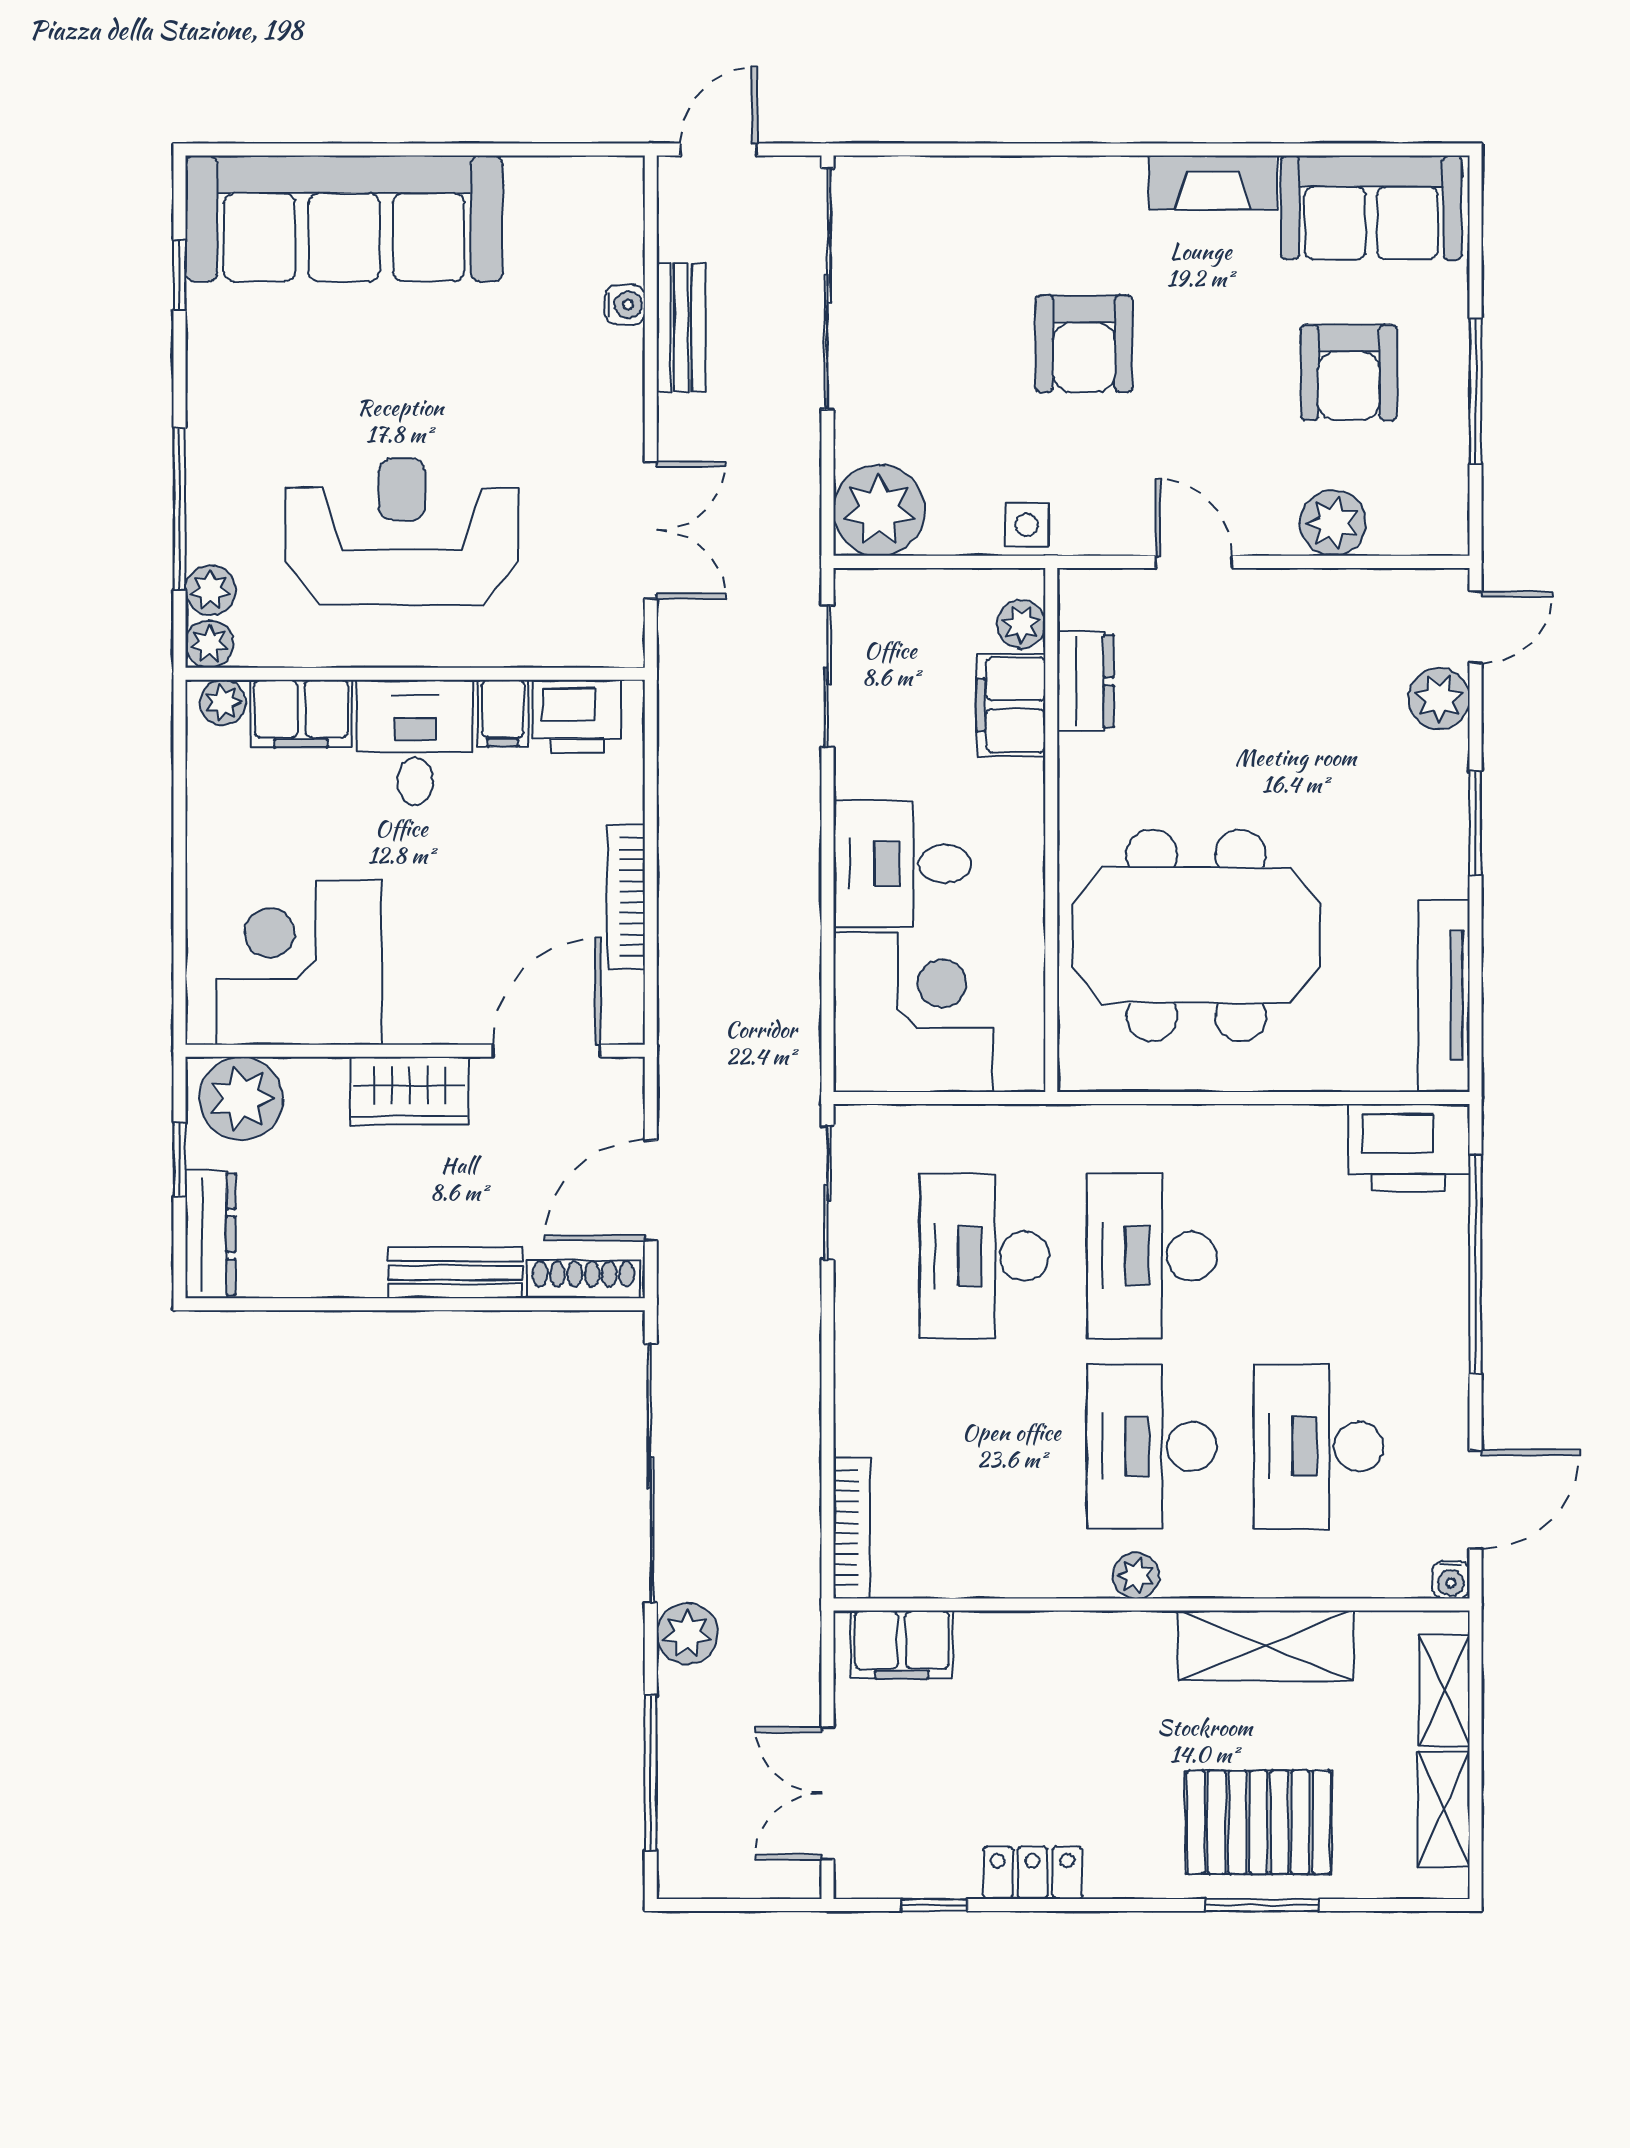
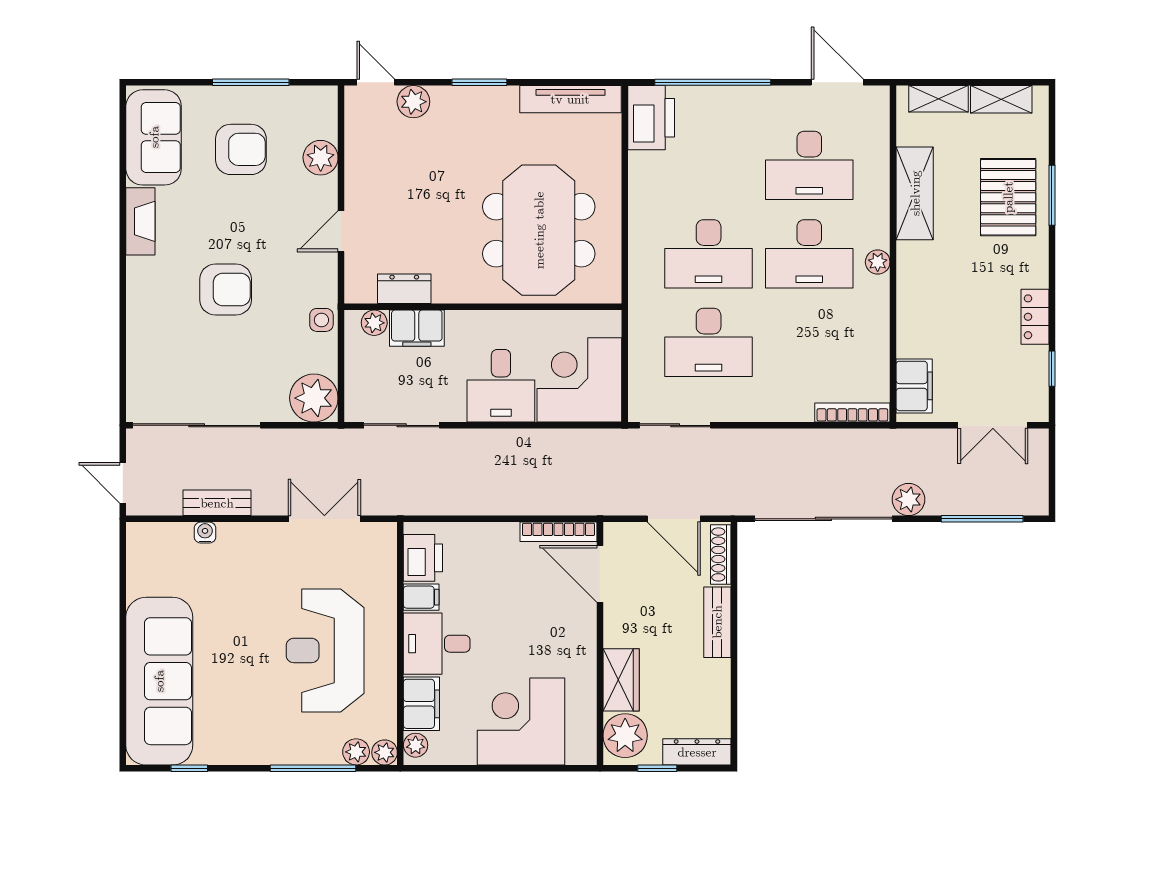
bookcase: (626, 897) -> (559, 532), moved
corner desk: (299, 962) -> (521, 721), moved, turned 90
wardrobe: (409, 1091) -> (621, 680), moved
water cooler: (1451, 1580) -> (880, 95), removed

